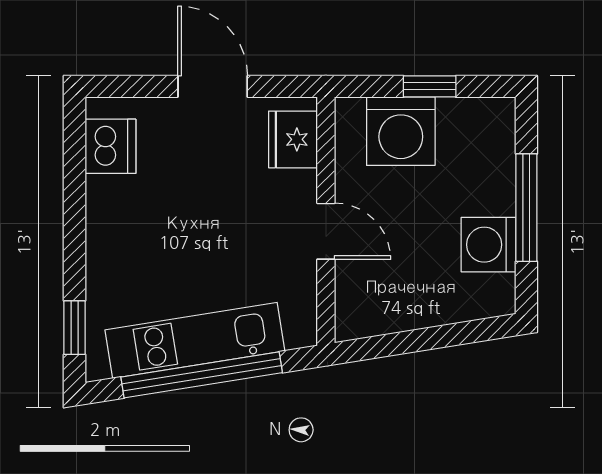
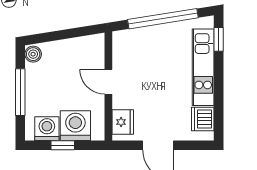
washing machine: (489, 245) -> (47, 129), moved, turned -90
boiler: (497, 294) -> (33, 54), added
kitchen unit: (195, 340) -> (203, 67), moved, turned 99

